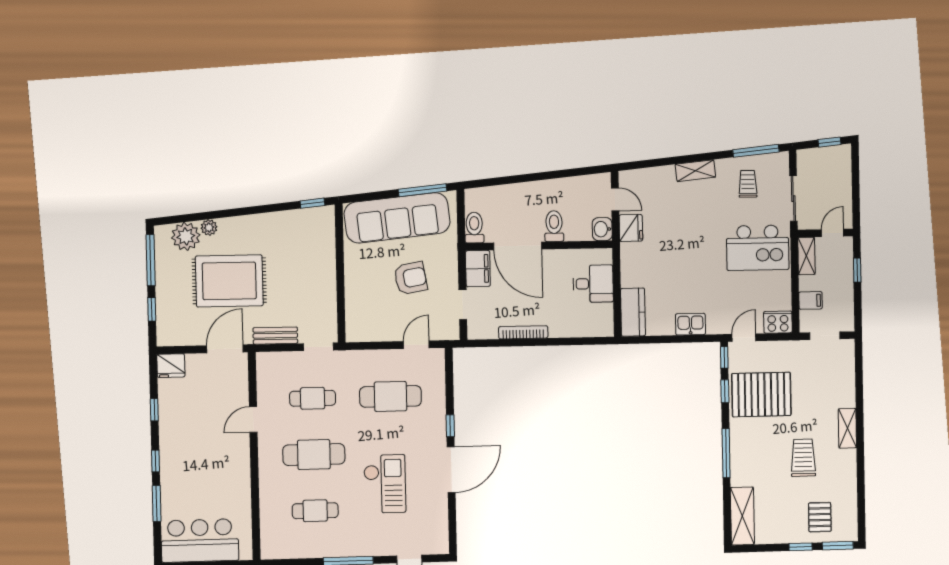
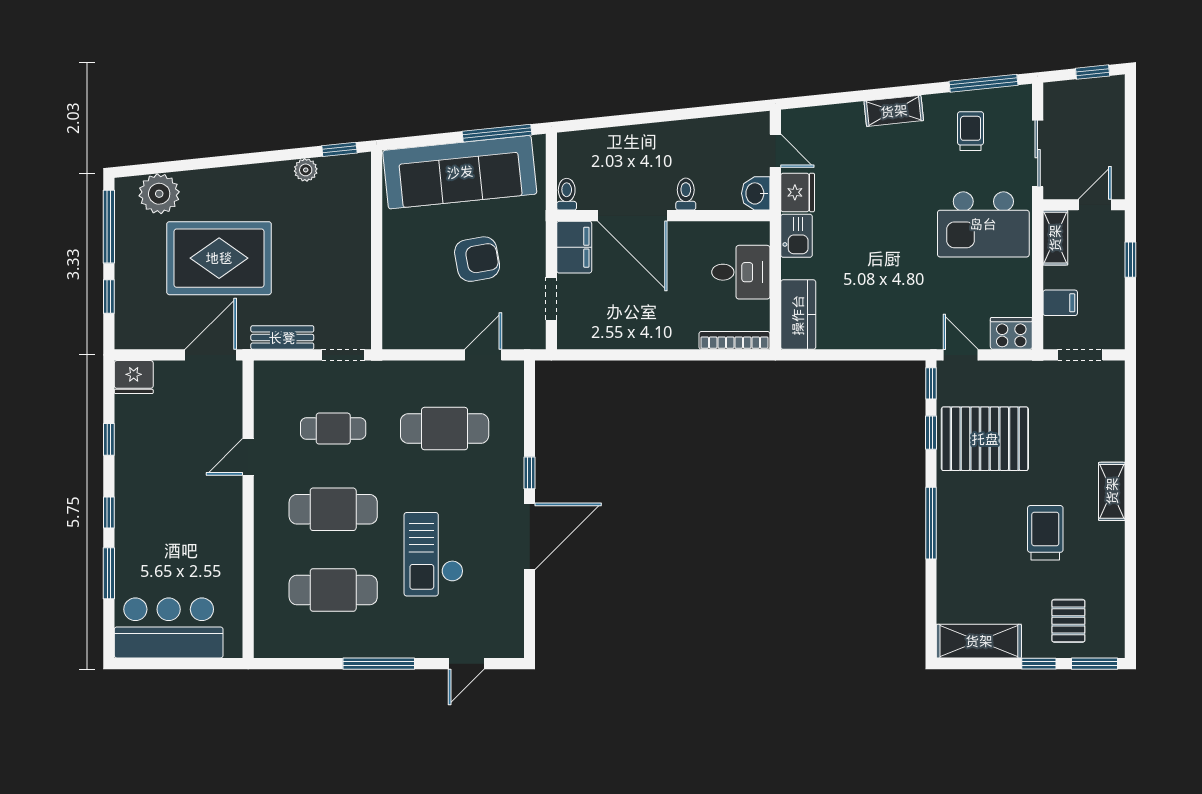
toilet: (554, 226) -> (686, 194), width x0.73, depth x0.72
plant: (209, 227) -> (306, 170), moved
toilet: (474, 228) -> (567, 194), width x0.73, depth x0.72
kitchen sink: (690, 324) -> (797, 236), moved, turned 90
bookcase: (523, 332) -> (734, 340), moved
door: (744, 338) -> (961, 355), hinge flipped
checkout: (385, 484) -> (434, 554), turned 180
cafe table: (315, 511) -> (333, 590), width x1.37, depth x1.35
shelving: (742, 516) -> (979, 641), moved, turned 90

